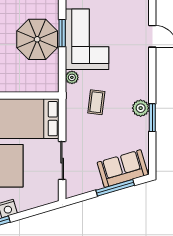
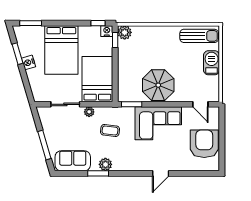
window: (62, 33) -> (132, 104), moved
plant: (72, 77) -> (89, 112), moved
sofa: (123, 169) -> (73, 161), moved, turned -74

